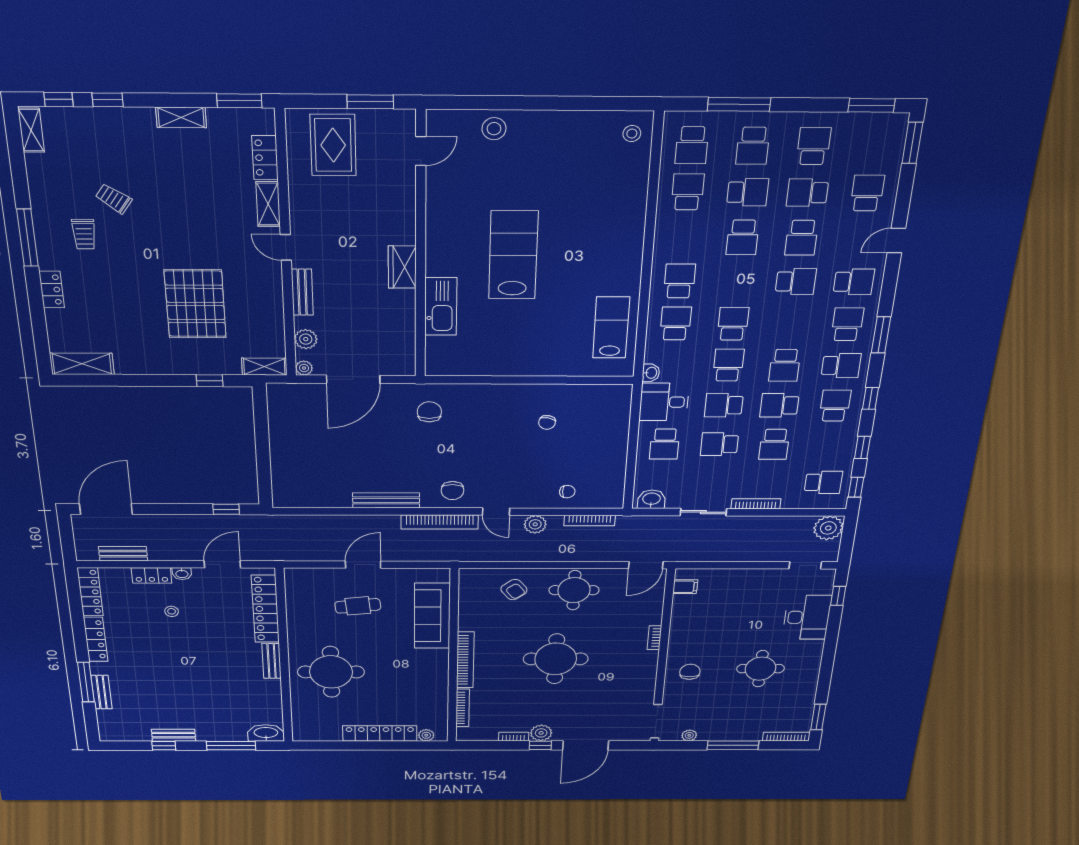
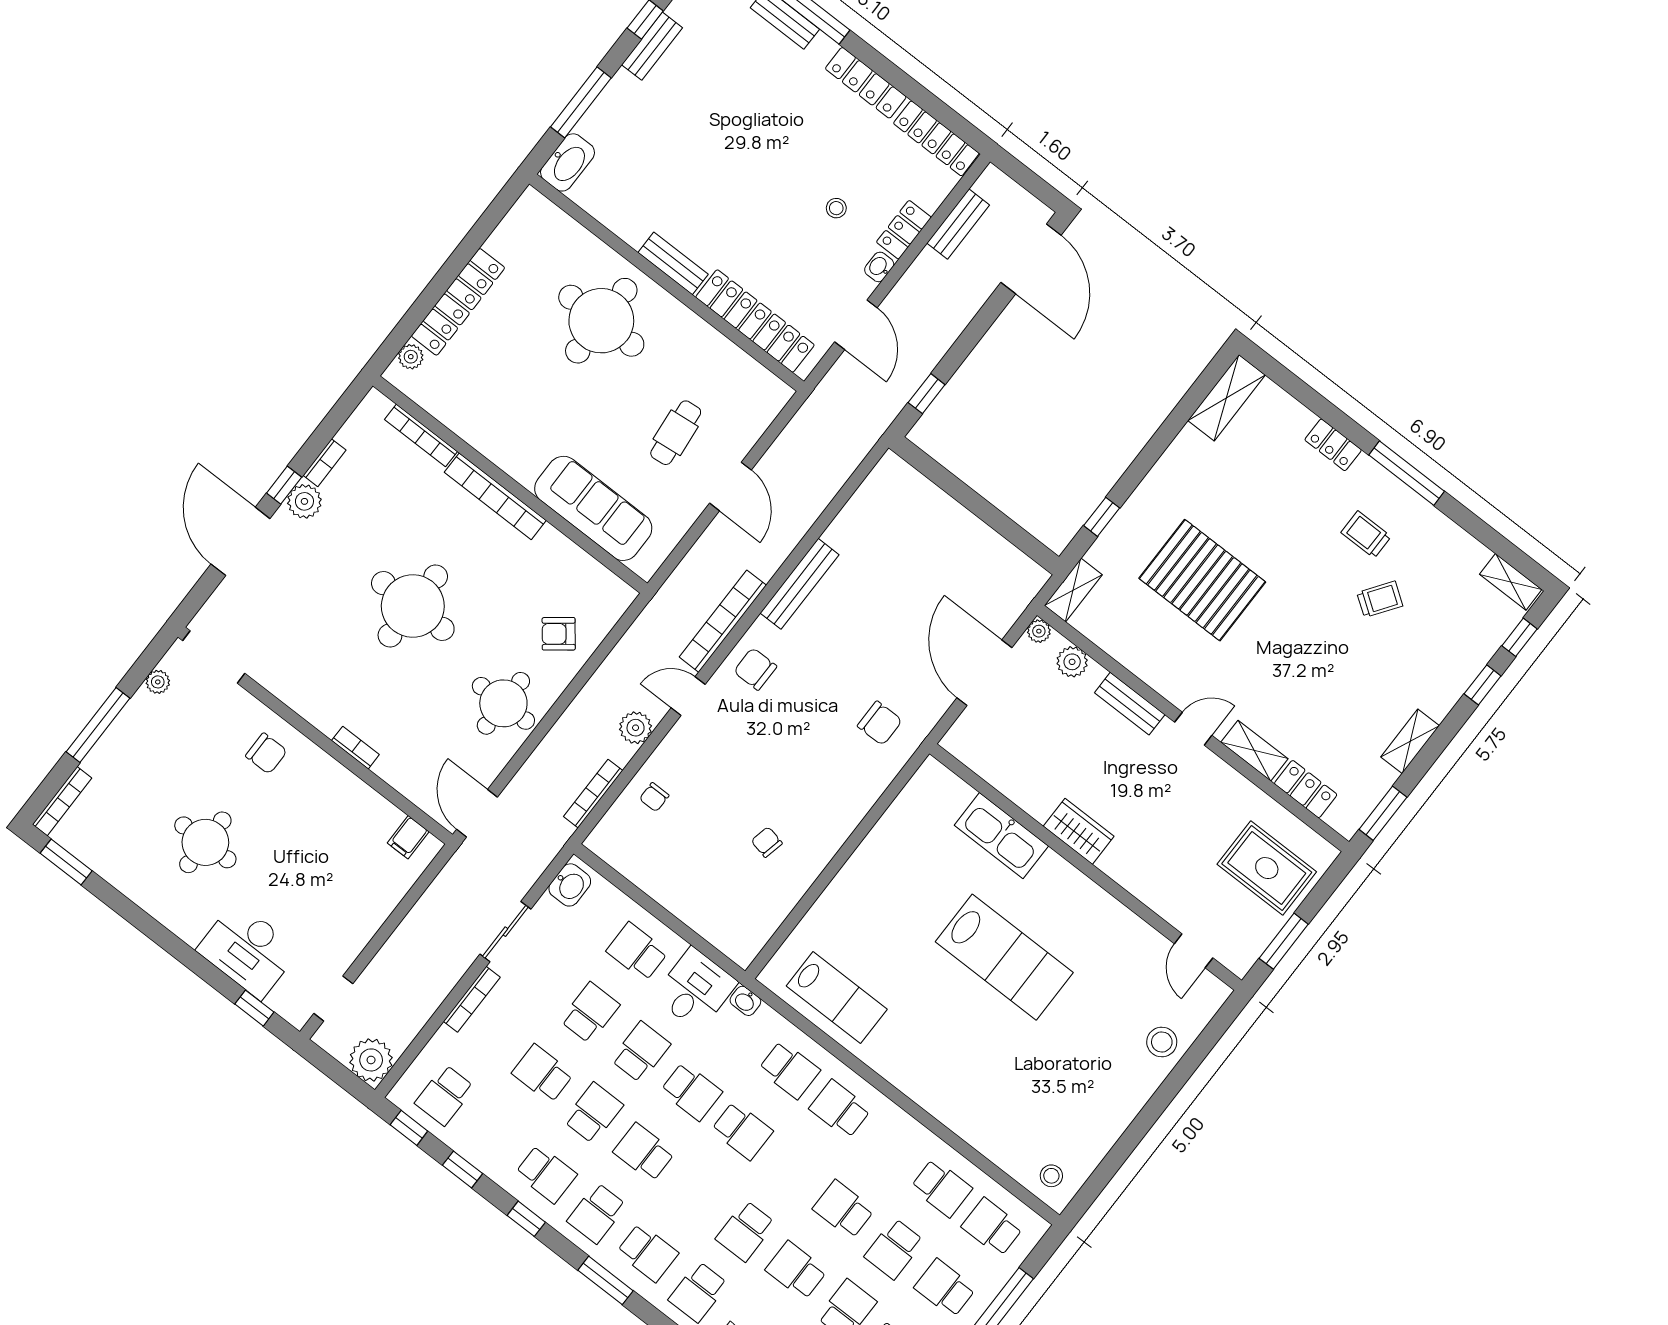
school desk: (679, 281) -> (840, 1109), turned 180

